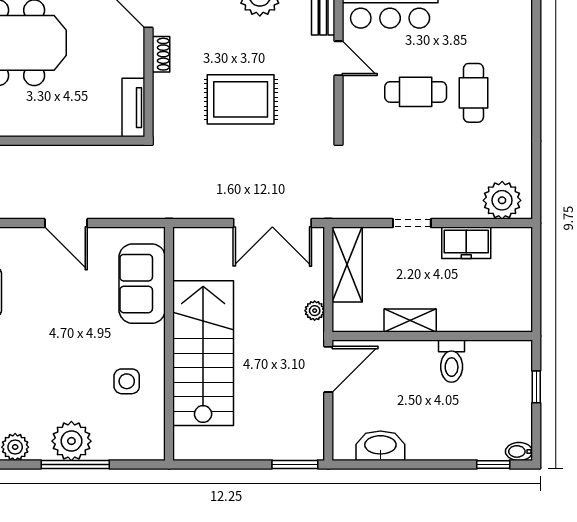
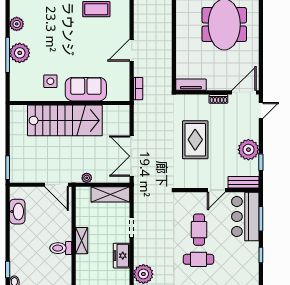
bookcase: (141, 210) -> (138, 89), added
sofa: (142, 284) -> (86, 89), moved
shelving: (410, 321) -> (82, 241), moved

